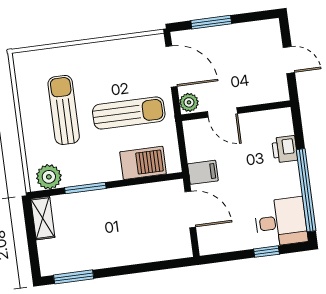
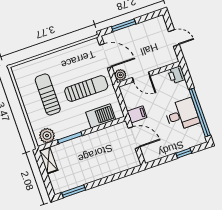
printer: (285, 149) -> (177, 75), moved
desk: (281, 222) -> (182, 115), moved

